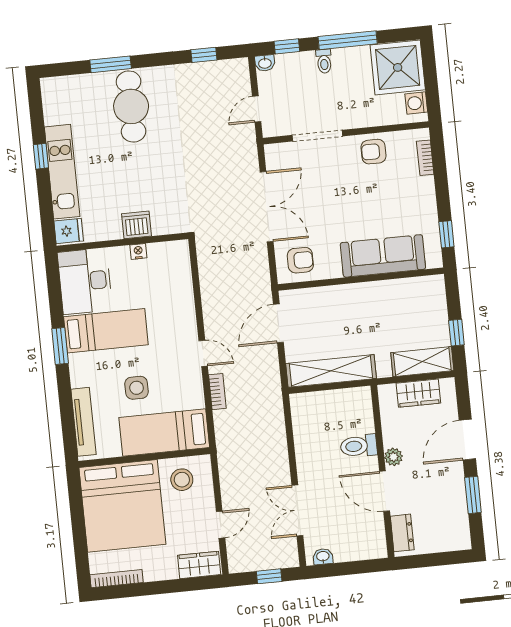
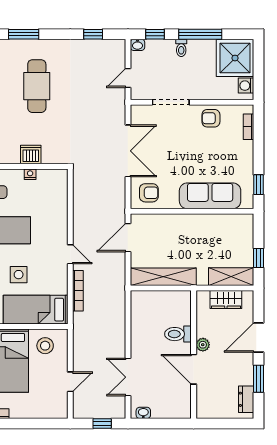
cafe table: (131, 106) -> (37, 86), moved
bookcase: (217, 392) -> (78, 291), width x1.56
dresser: (402, 533) -> (246, 399), moved, turned 180
wardrobe: (199, 565) -> (51, 410), removed

